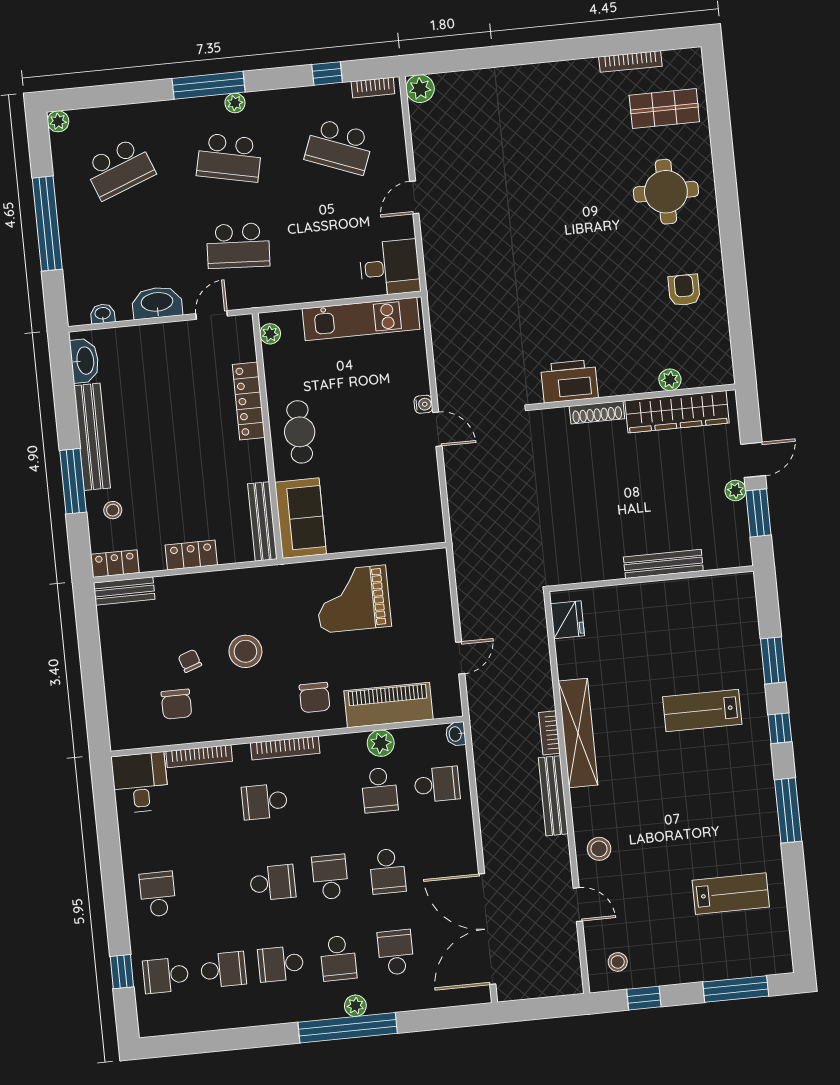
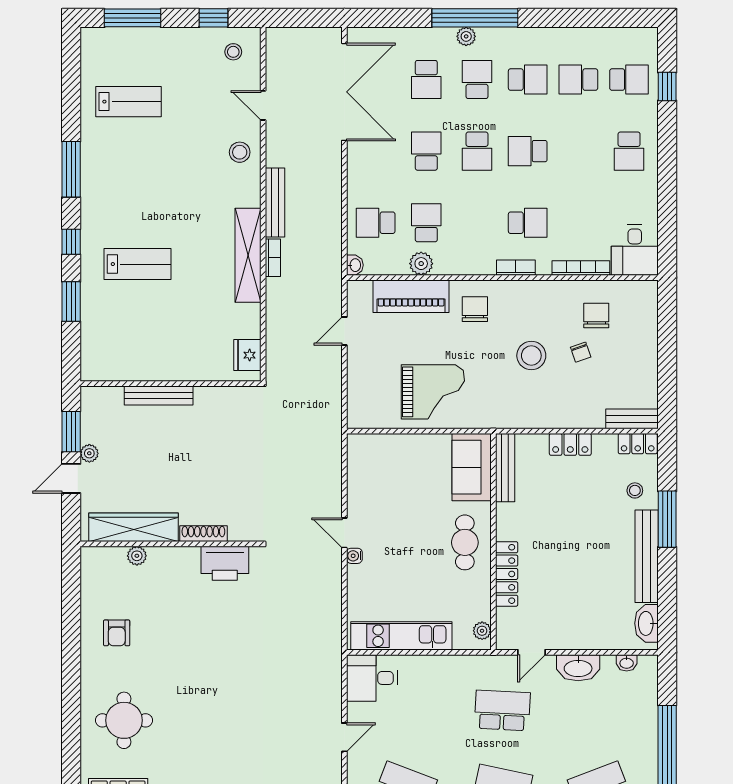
bookcase: (285, 748) -> (516, 268), width x0.64
lab bench: (731, 894) -> (129, 102), turned 180

